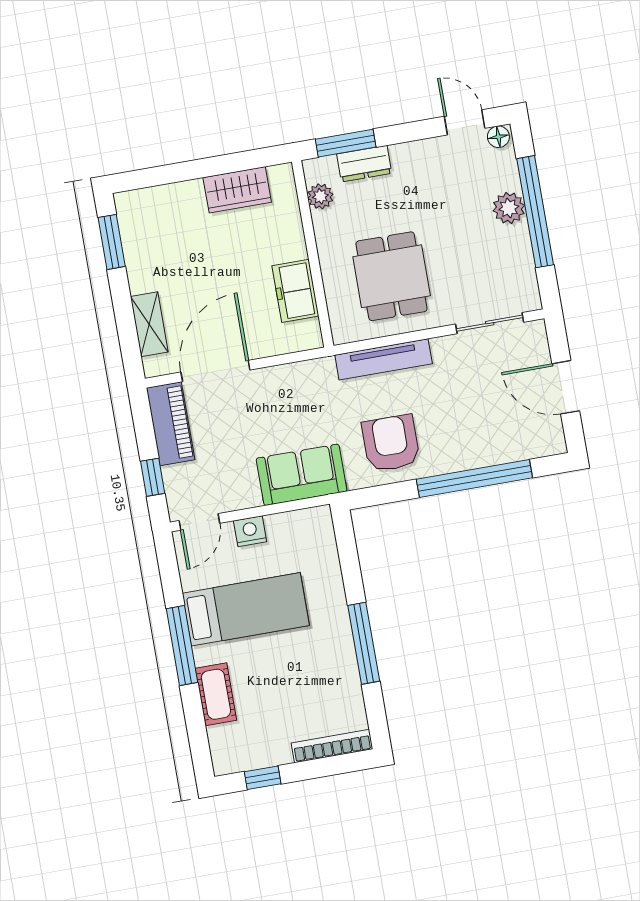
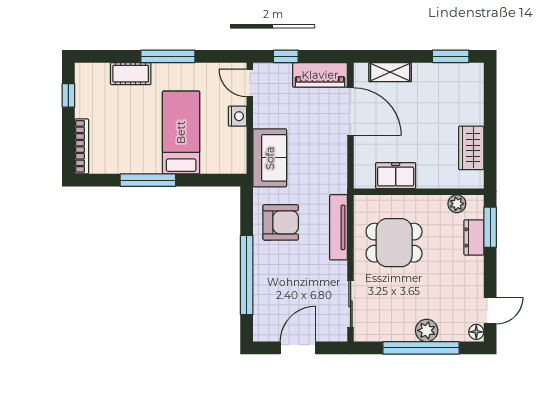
bed: (246, 609) -> (181, 132), moved, turned 180

